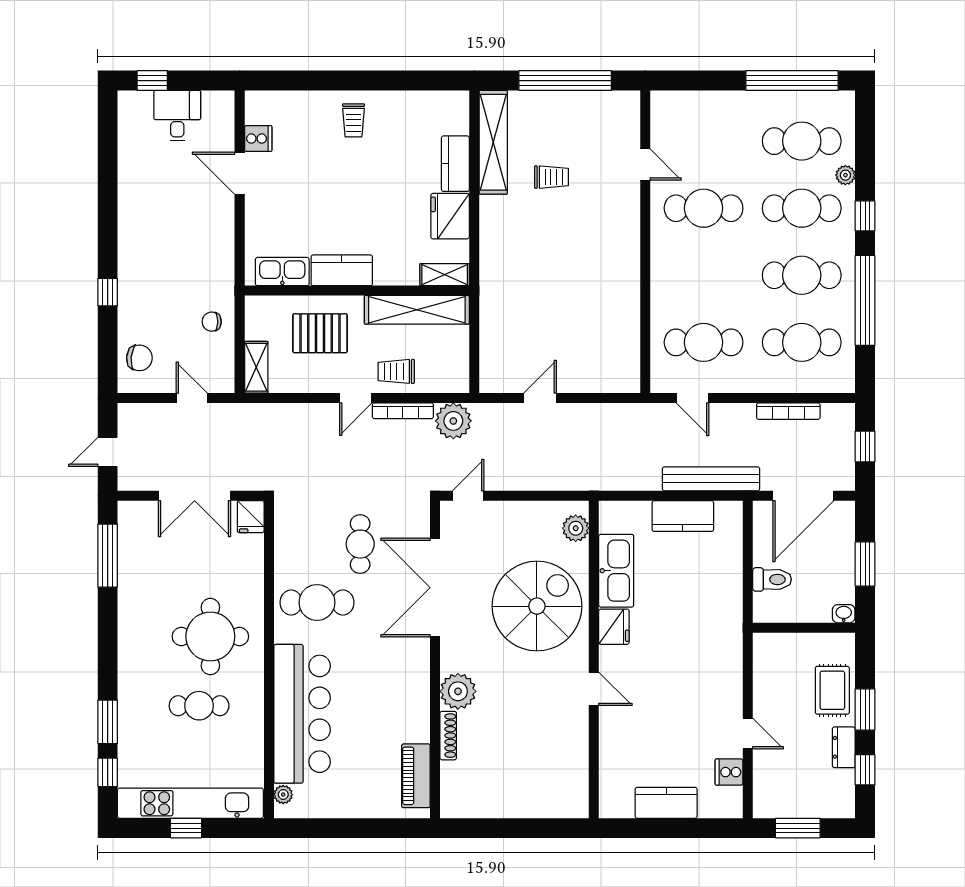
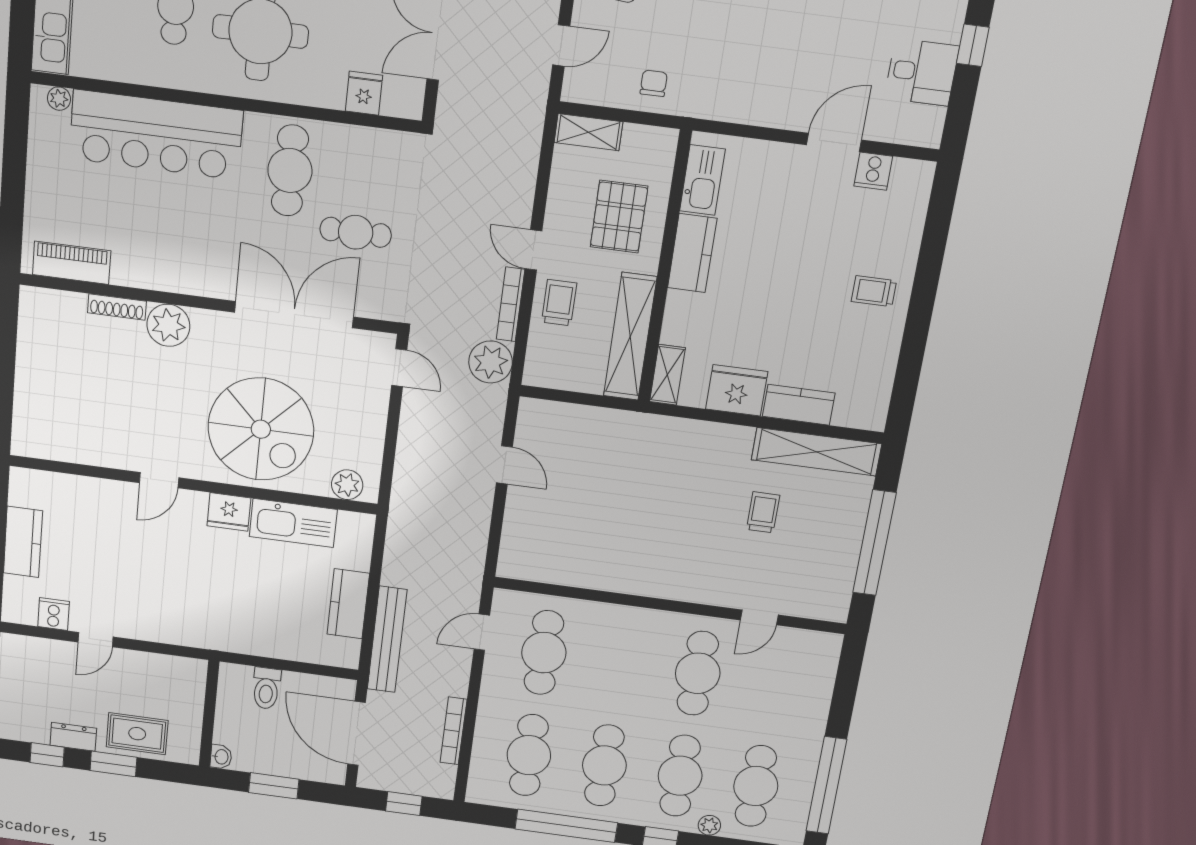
trolley: (551, 177) -> (763, 512), turned 180
fridge: (251, 517) -> (364, 93), moved, turned 90

